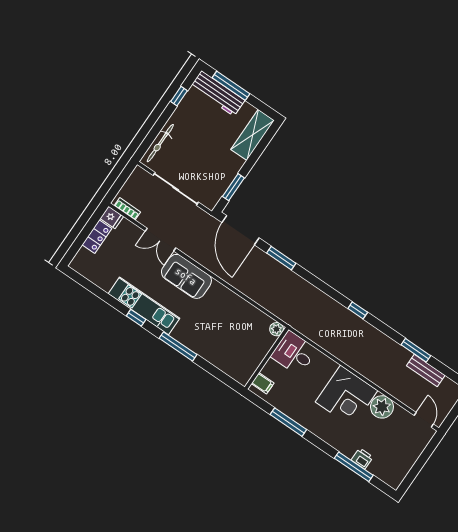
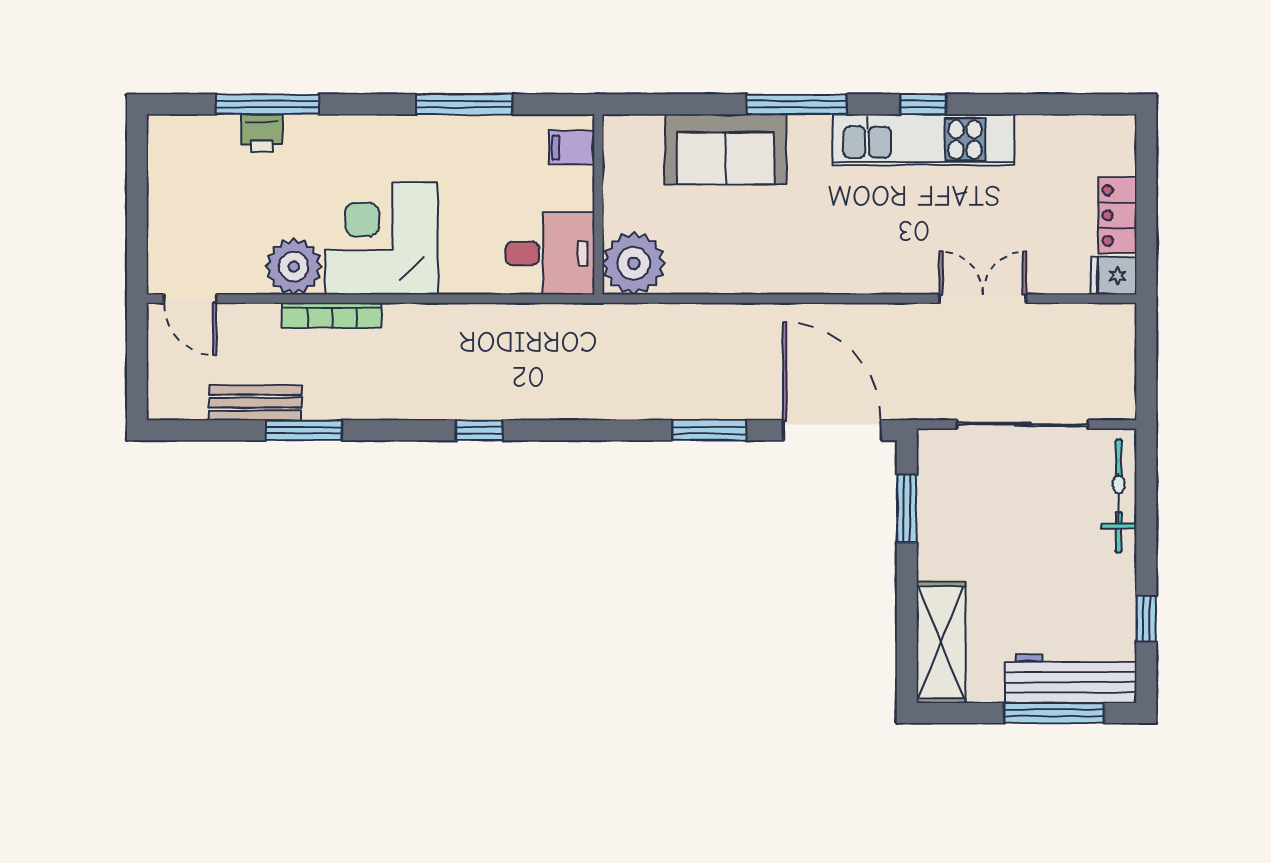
bookcase: (127, 209) -> (332, 315), moved, width x1.56
sofa: (186, 276) -> (726, 149), moved, turned 180
plant: (277, 329) -> (634, 263), width x1.88, depth x1.88

